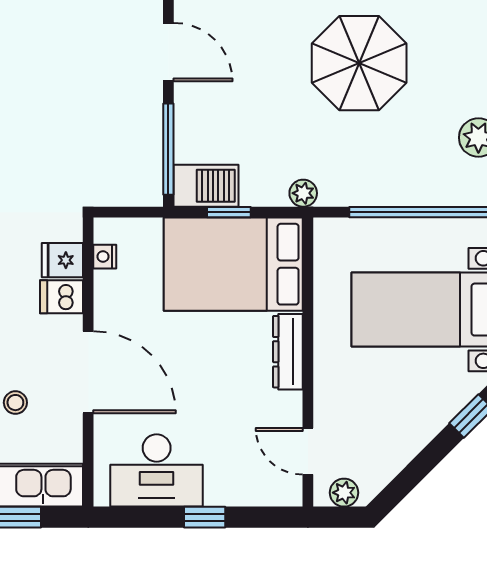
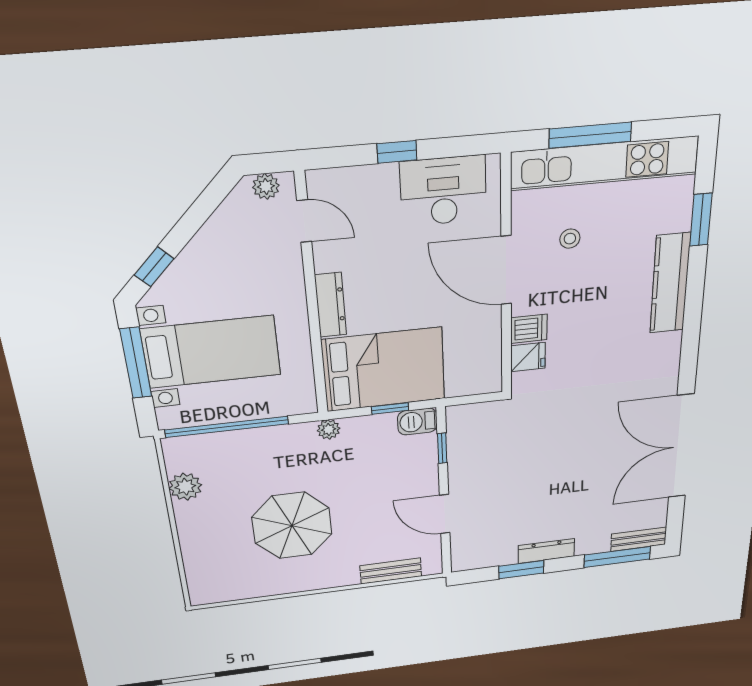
window: (168, 149) -> (442, 448), width x0.46
barbecue: (206, 186) -> (417, 422), width x0.73, depth x0.79
nightstand: (105, 257) -> (493, 364), removed

